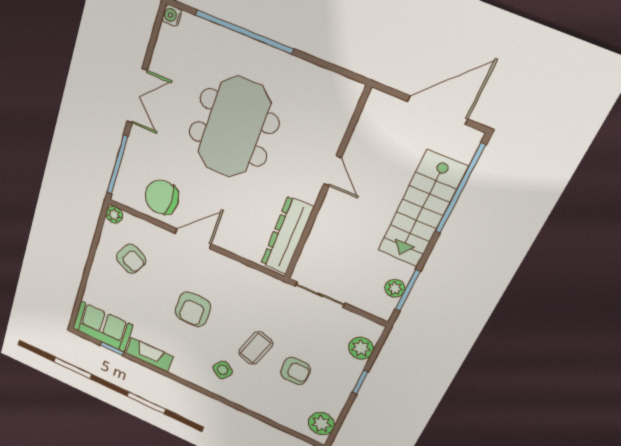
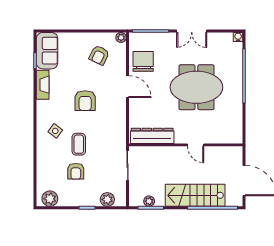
door: (333, 171) -> (196, 145), hinge flipped
armchair: (193, 309) -> (85, 101), turned -90
coffee table: (256, 348) -> (79, 144), turned 74

